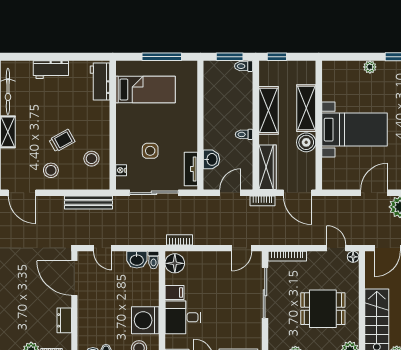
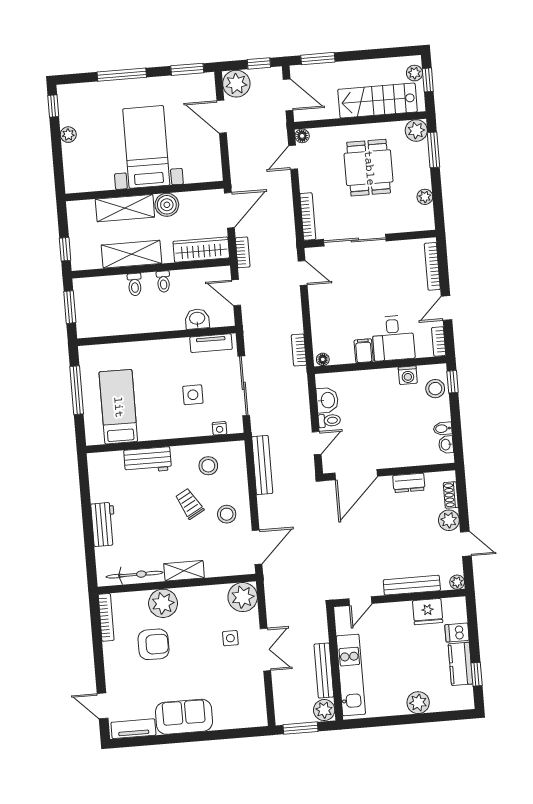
toilet: (244, 66) -> (135, 284), moved
workbench: (100, 82) -> (148, 460), moved
toilet: (153, 260) -> (329, 421), moved
floor lamp: (175, 263) -> (323, 359), width x0.53, depth x0.53
washing machine: (145, 320) -> (408, 375), width x0.53, depth x0.53

